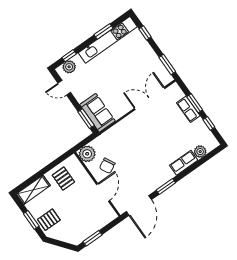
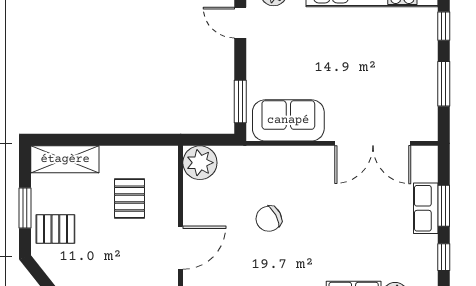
window: (167, 64) -> (444, 84), moved
double door: (150, 98) -> (373, 143), swing flipped
sofa: (98, 113) -> (288, 120), moved, turned -90
chair: (107, 166) -> (269, 219), moved
pallet: (63, 179) -> (129, 199), moved

